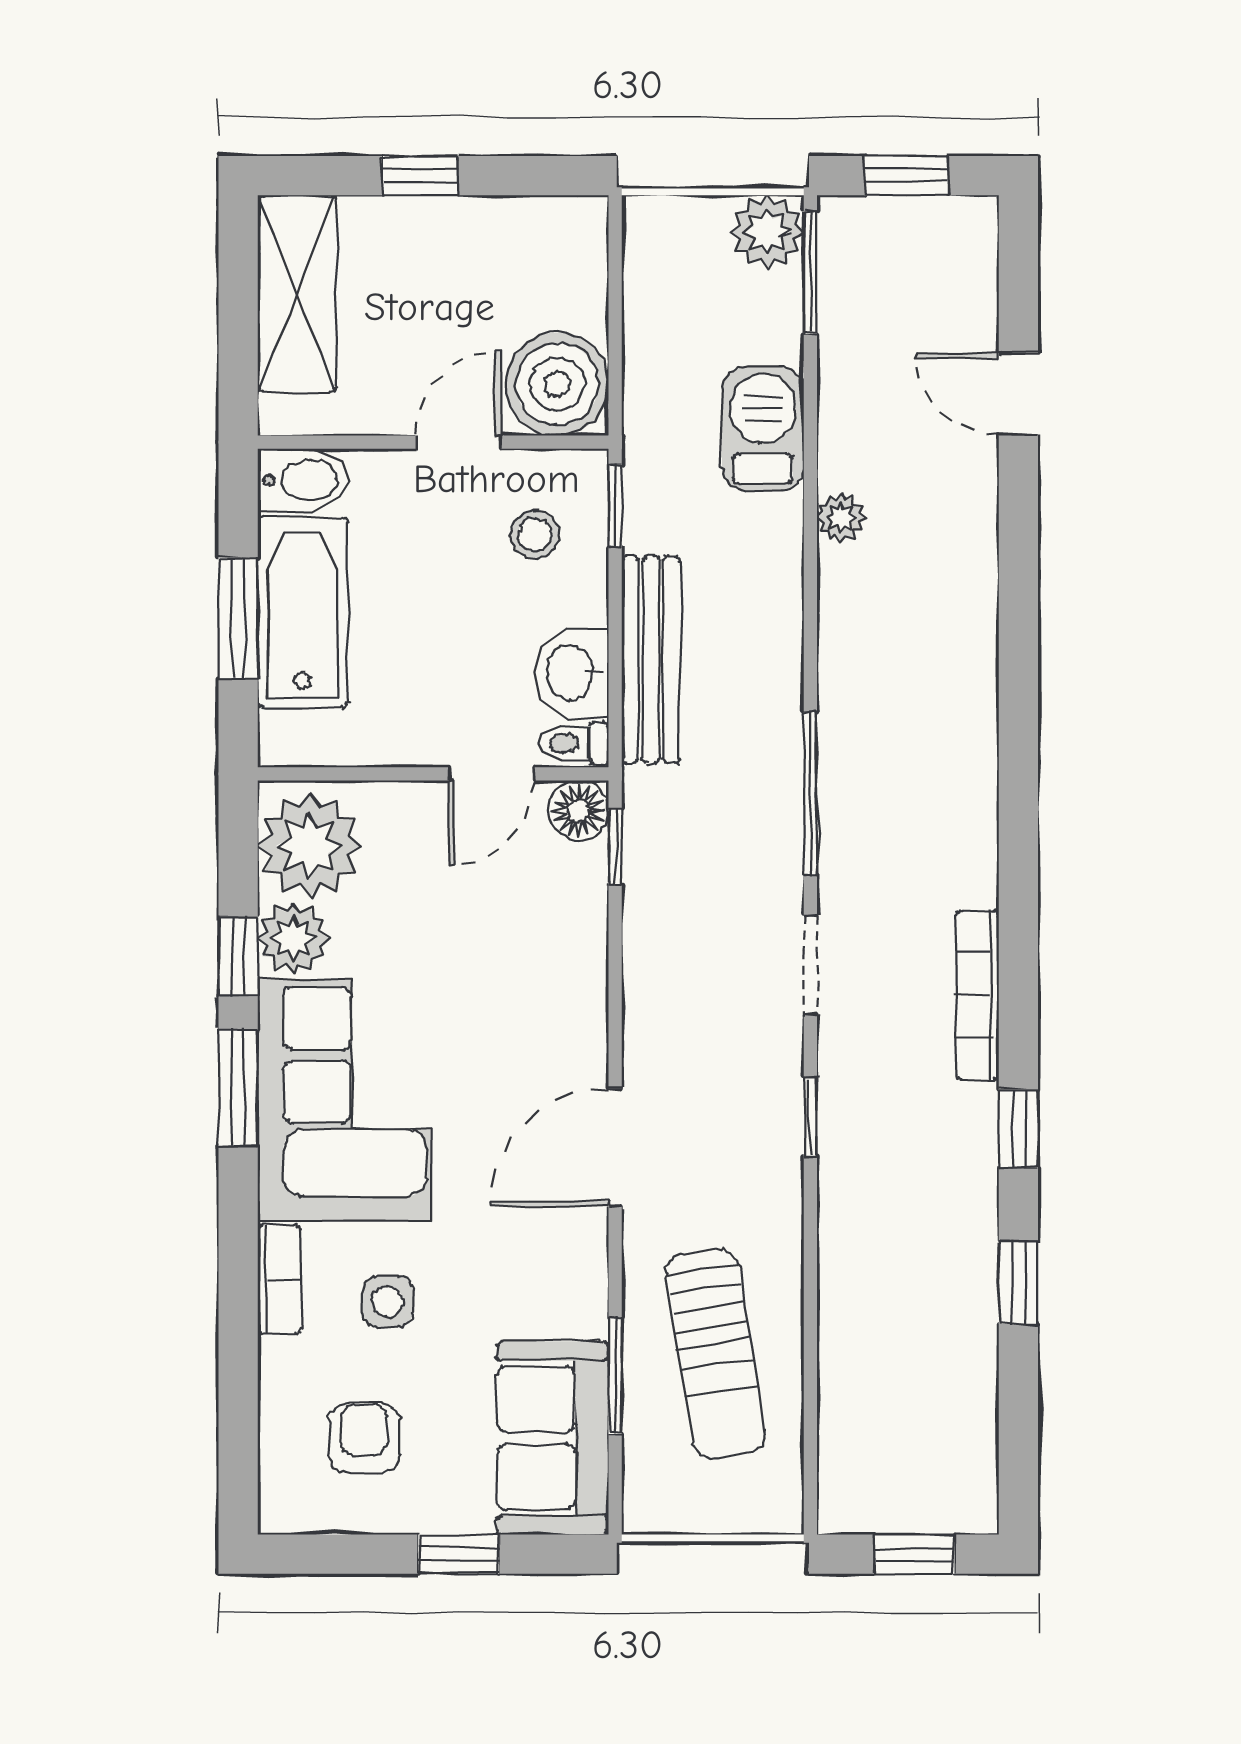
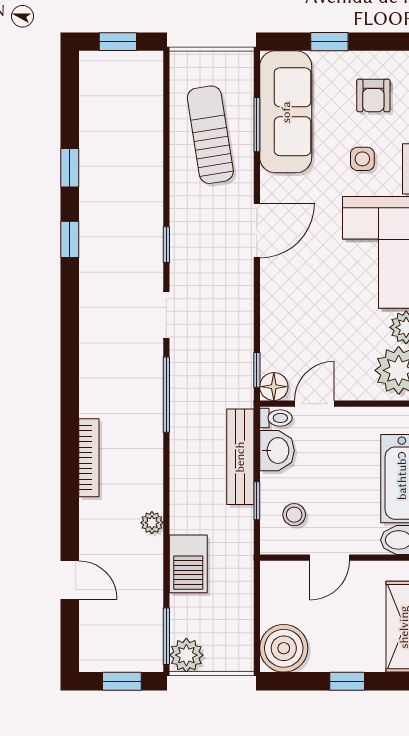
boiler: (557, 384) -> (284, 648), moved
window: (615, 506) -> (257, 501), moved
bookcase: (977, 995) -> (89, 458), moved
sofa: (553, 1438) -> (286, 112), width x1.36

